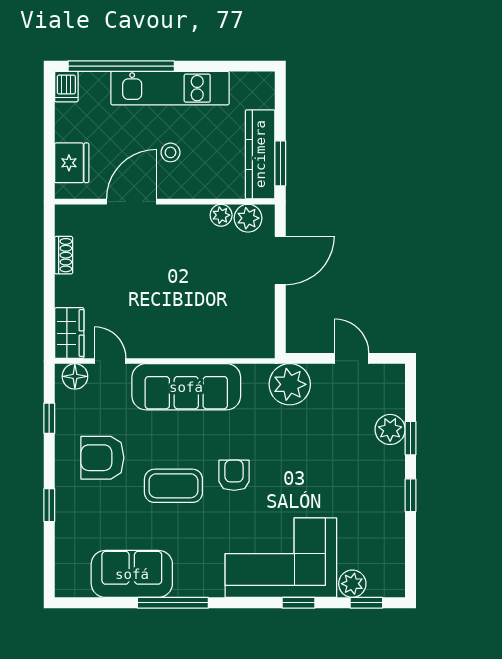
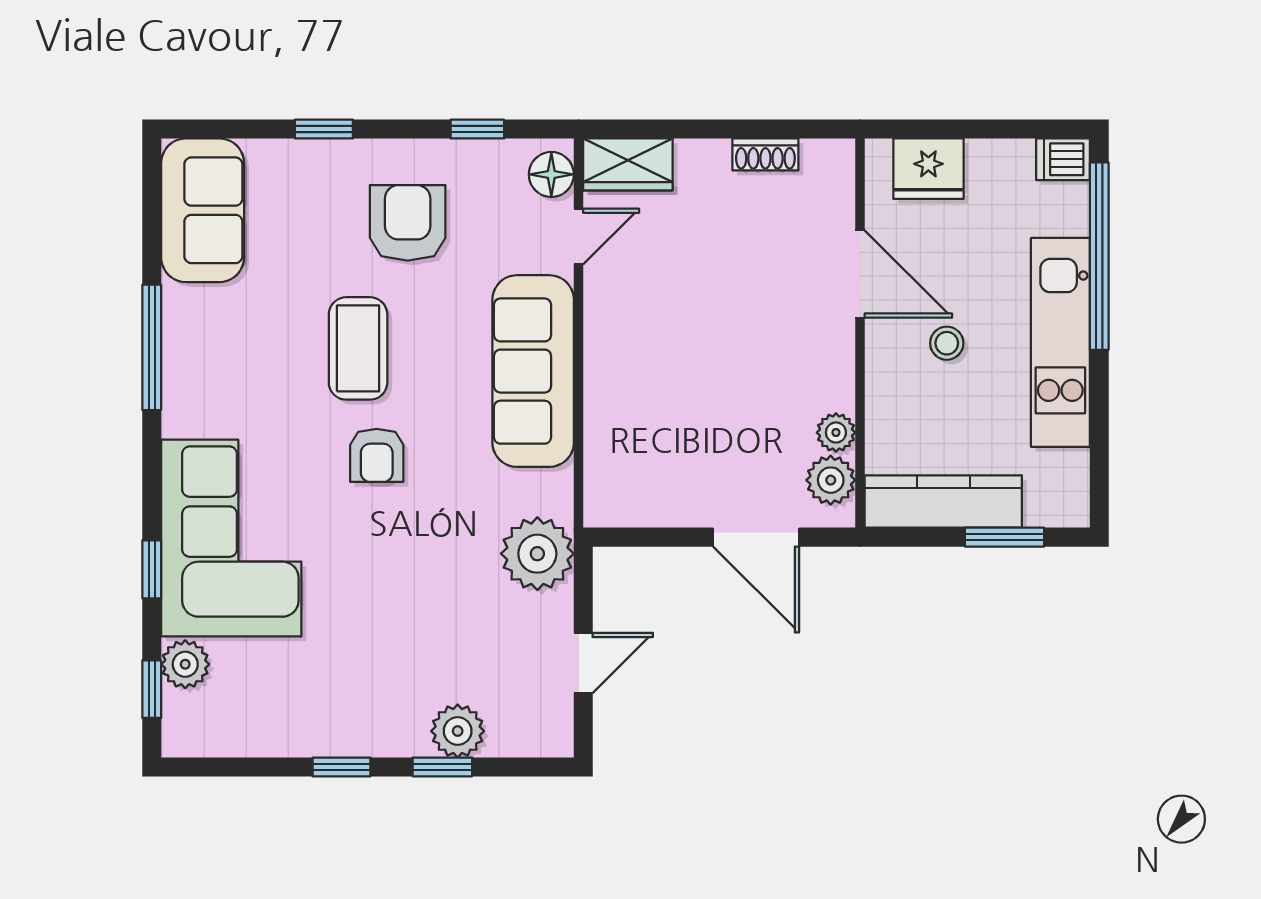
window: (280, 163) -> (1005, 537), moved
armchair: (234, 475) -> (377, 455), turned 90
sofa: (132, 574) -> (203, 210), moved

